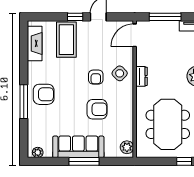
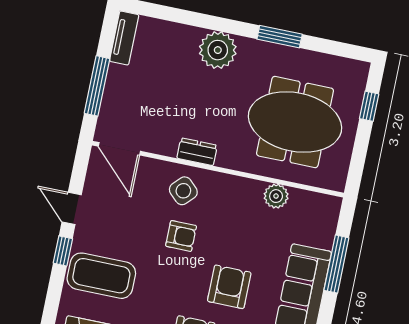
armchair: (97, 109) -> (229, 287), moved
plant: (127, 147) -> (276, 196), moved
window: (84, 161) -> (336, 264), moved

